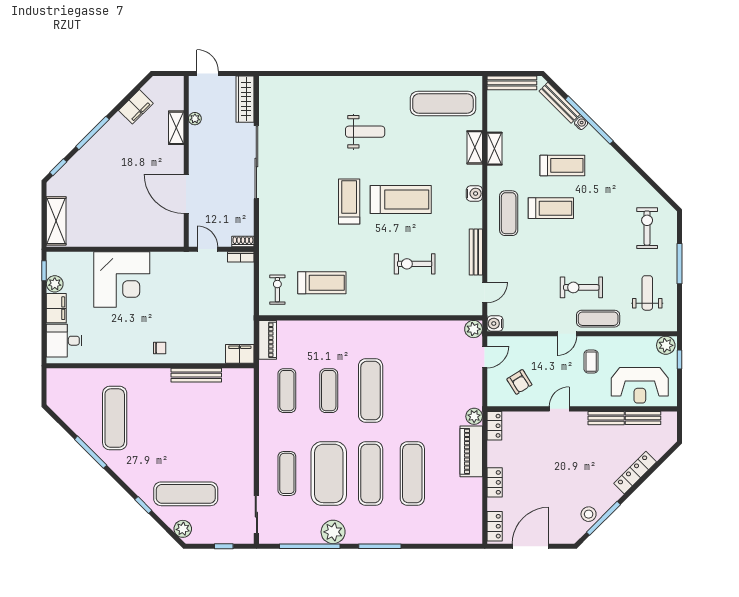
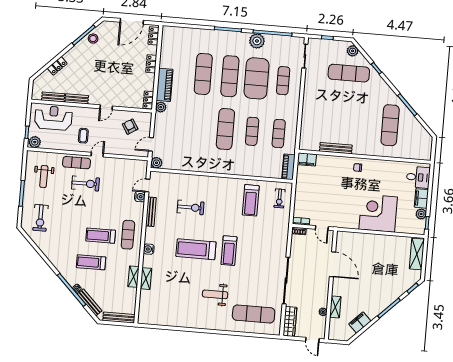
exercise mat: (443, 104) -> (254, 314), moved
treadmill: (322, 283) -> (251, 200), turned -90
water cooler: (495, 323) -> (140, 197), moved
locker: (635, 473) -> (57, 66), width x0.66

